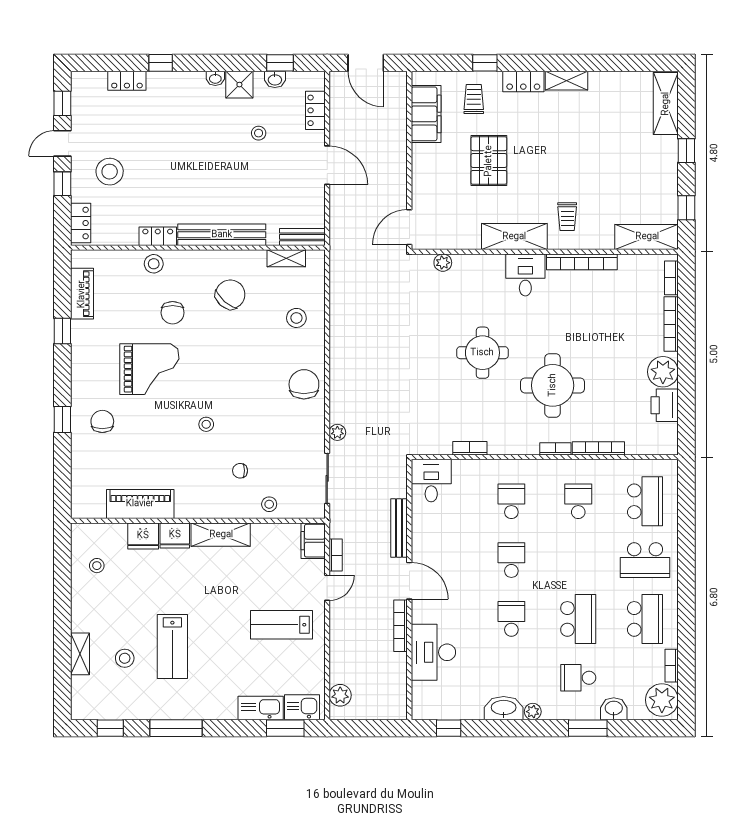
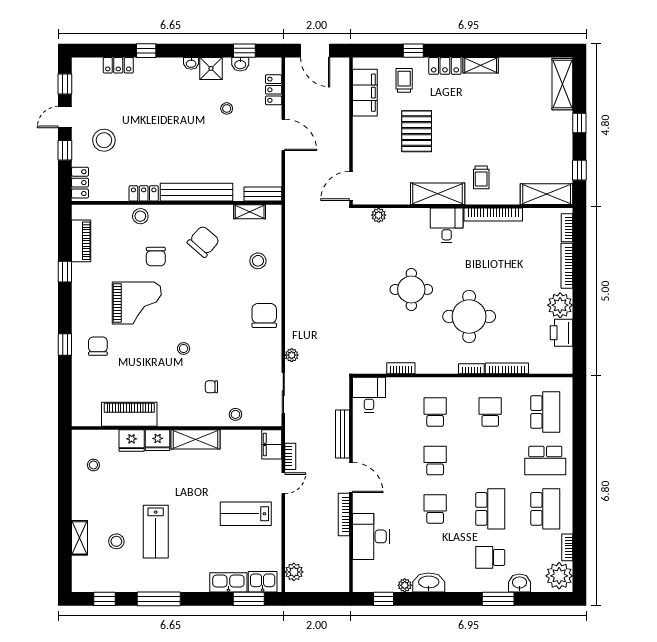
plant: (533, 712) -> (405, 585), moved

